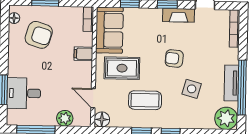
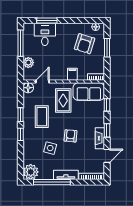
tv unit: (231, 83) -> (66, 175), moved

